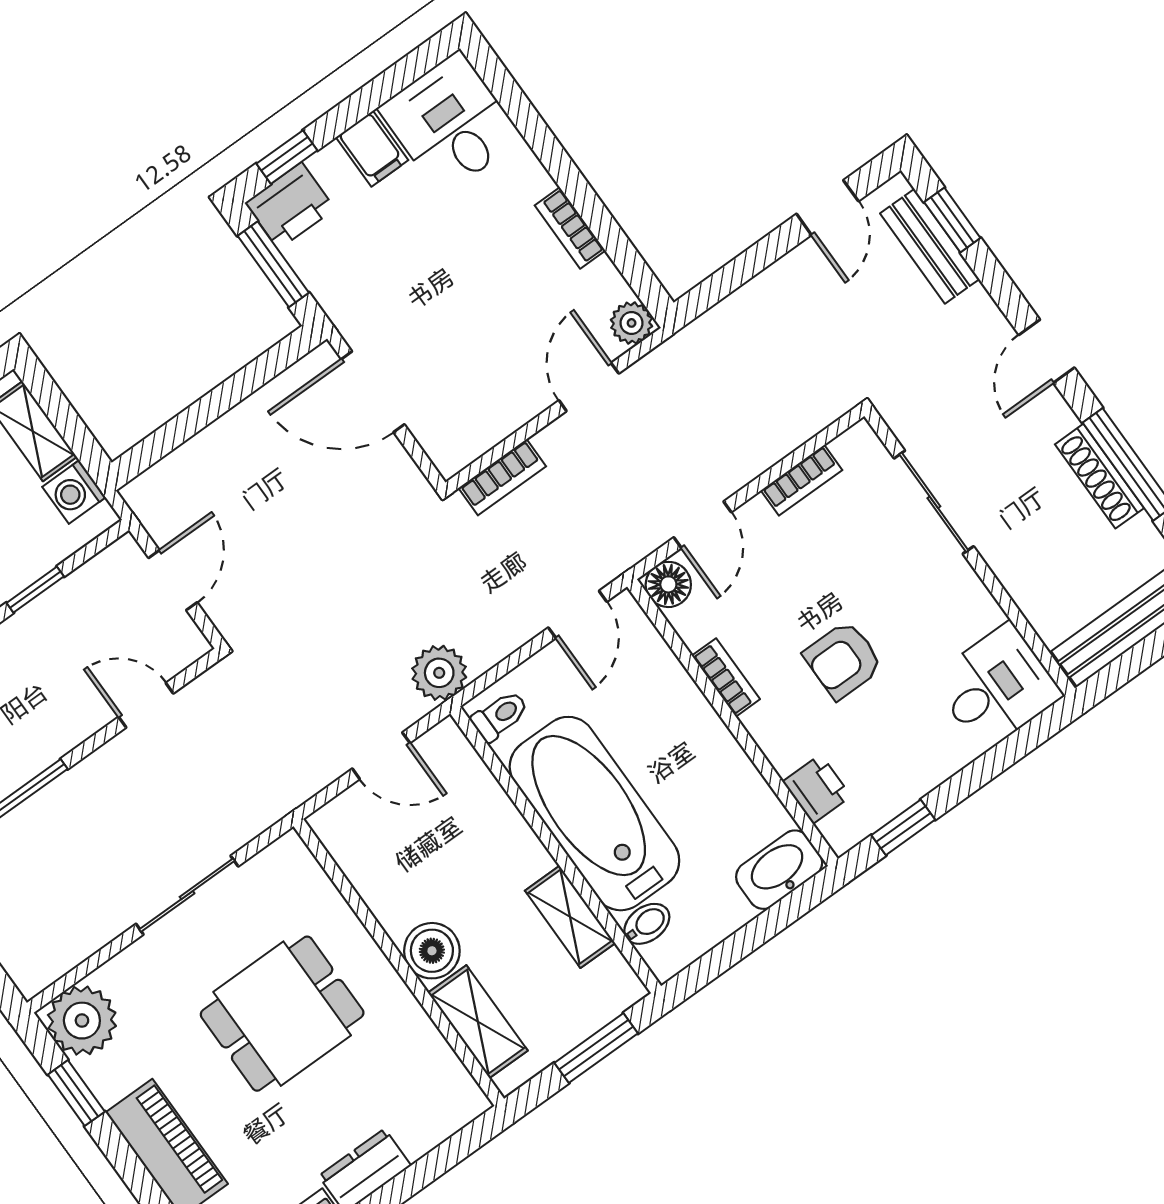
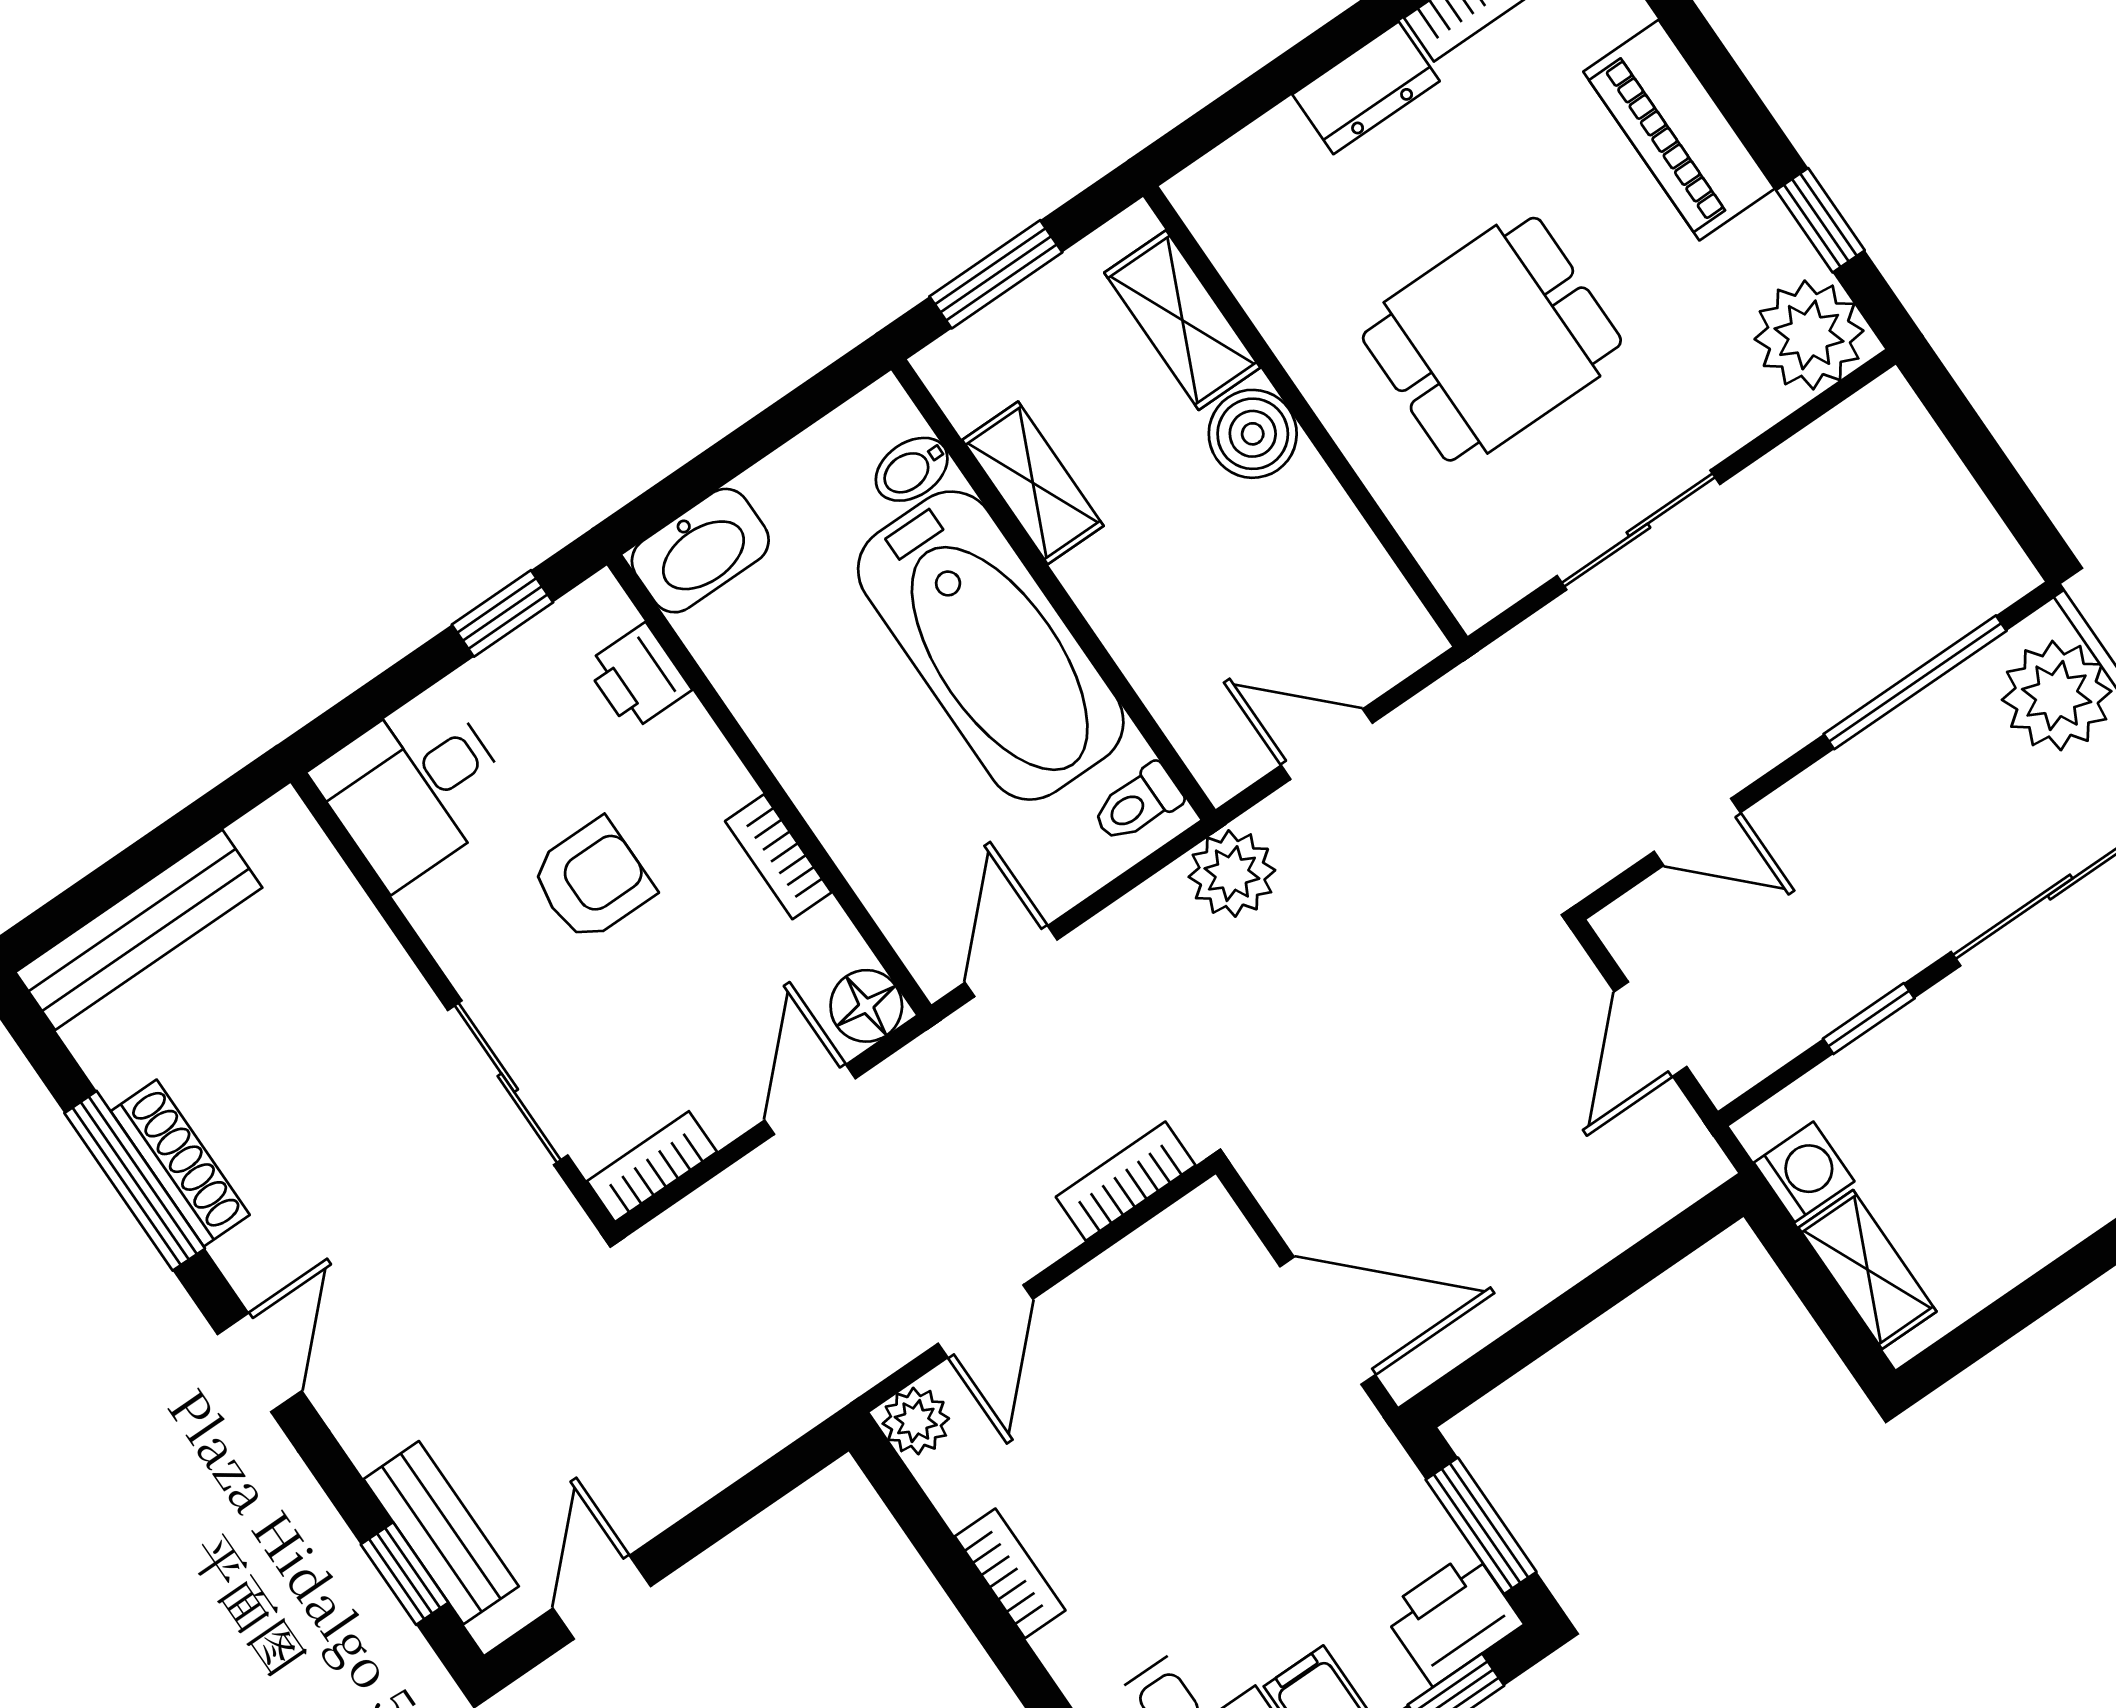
sliding door: (934, 502) -> (508, 1083), moved
wall: (970, 552) -> (453, 1003), moved
desk: (997, 687) -> (415, 788), moved

